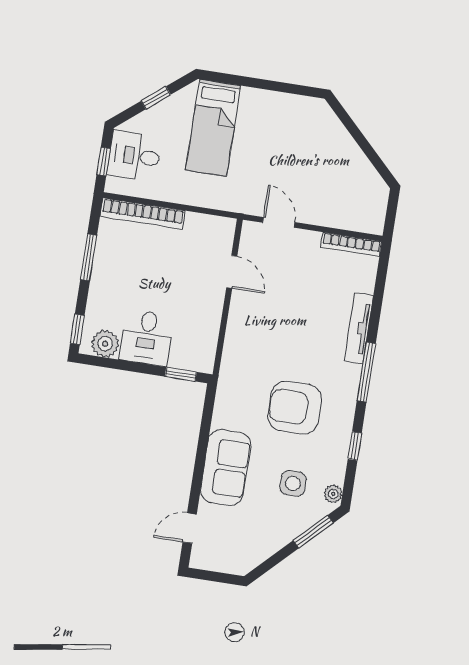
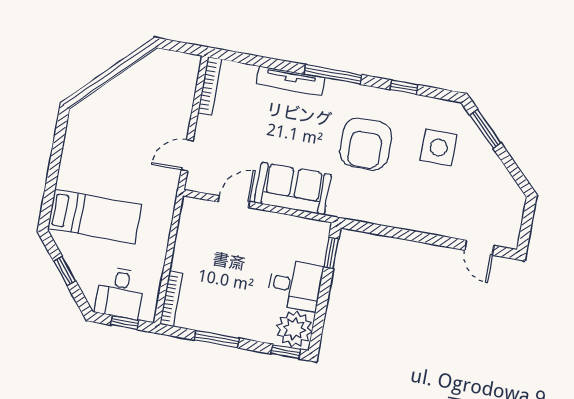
bookcase: (143, 214) -> (171, 299), width x0.68, depth x0.76
plant: (105, 344) -> (294, 329), width x1.36, depth x1.36
sofa: (226, 468) -> (293, 189), moved
side table: (293, 483) -> (439, 147), width x1.37, depth x1.37
plant: (333, 494) -> (449, 109), removed

